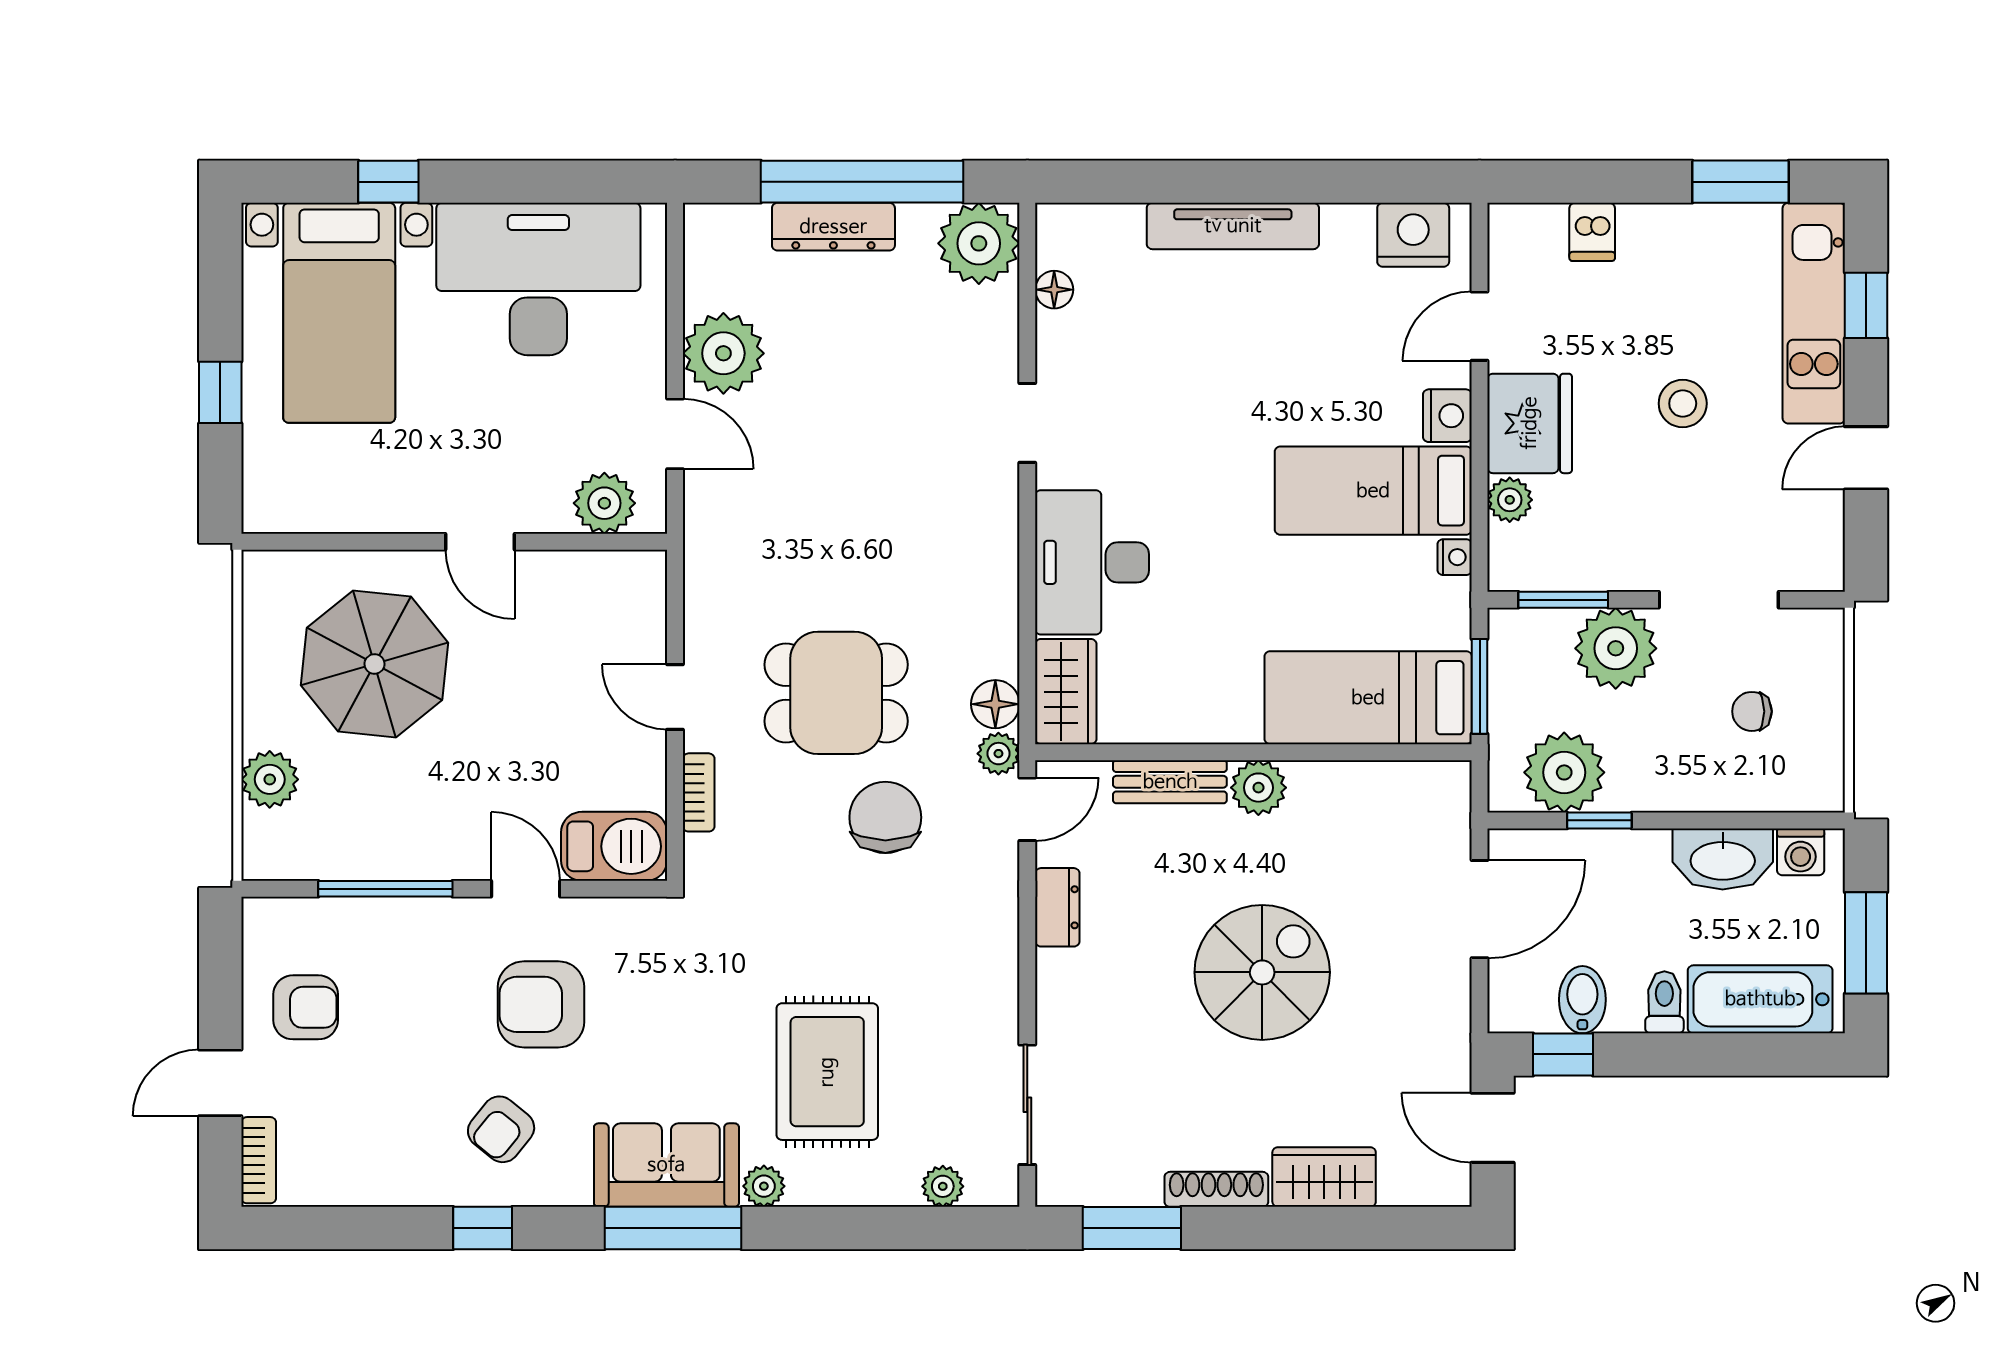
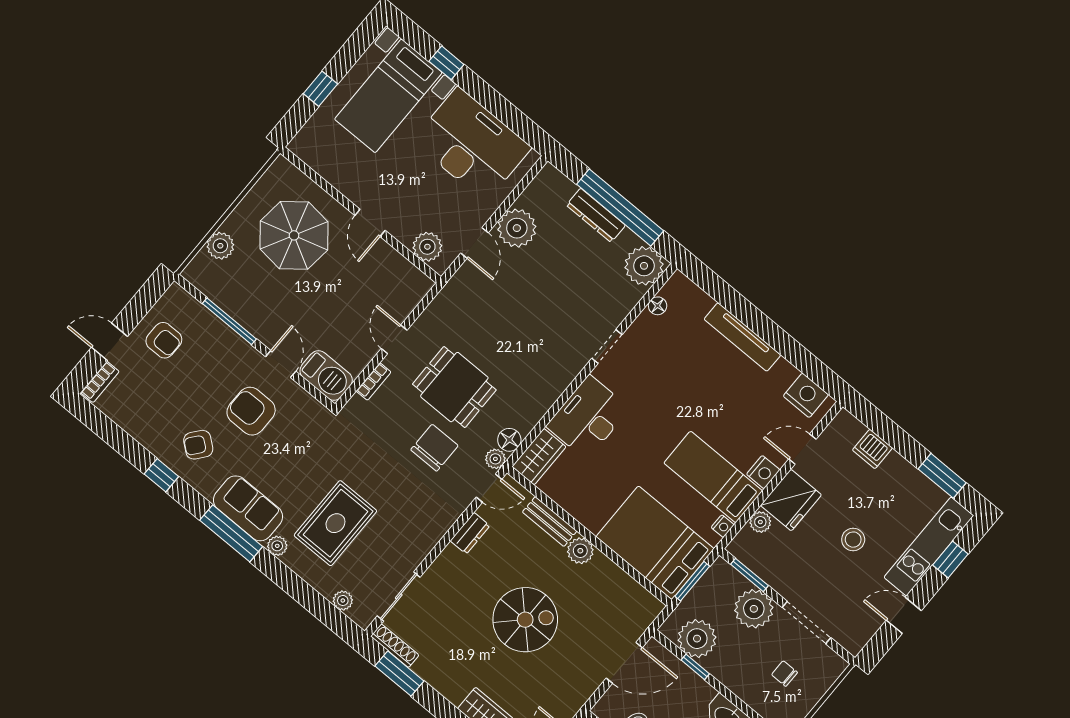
dishwasher: (1592, 232) -> (872, 449), width x1.38
bed: (1368, 698) -> (655, 543), width x1.50
shoe rack: (1216, 1189) -> (395, 646), moved

